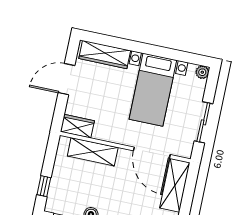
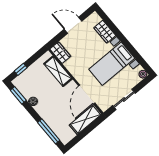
wardrobe: (105, 55) -> (105, 32), width x0.67

